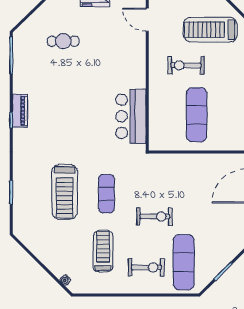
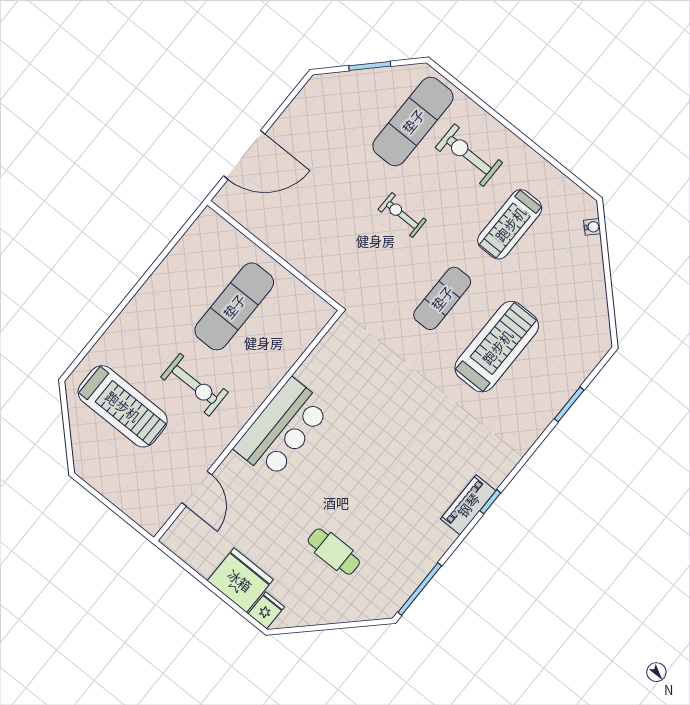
bar counter: (131, 116) -> (282, 429), moved
exercise bike: (155, 217) -> (402, 215), width x0.73, depth x0.72

